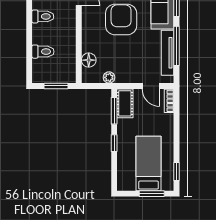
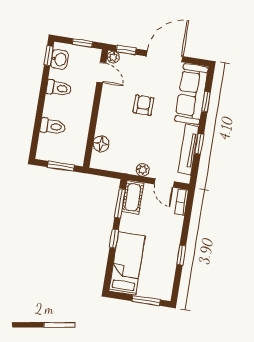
armchair: (121, 19) -> (143, 105), width x0.53, depth x0.53
window: (176, 46) -> (199, 144), width x0.46
plant: (109, 77) -> (143, 170), moved
bed: (149, 163) -> (127, 264), moved
window: (176, 171) -> (181, 255), moved

